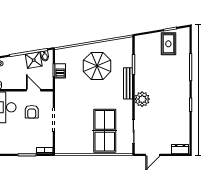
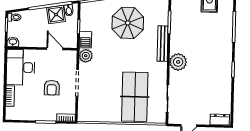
barbecue: (60, 71) -> (85, 40), moved
plant: (61, 96) -> (86, 56), added
armchair: (32, 112) -> (52, 88), moved

